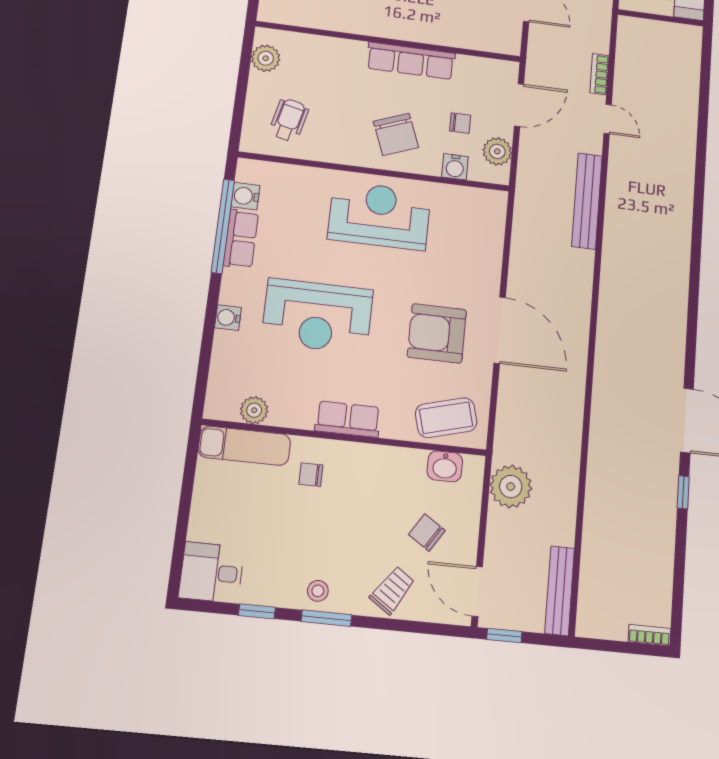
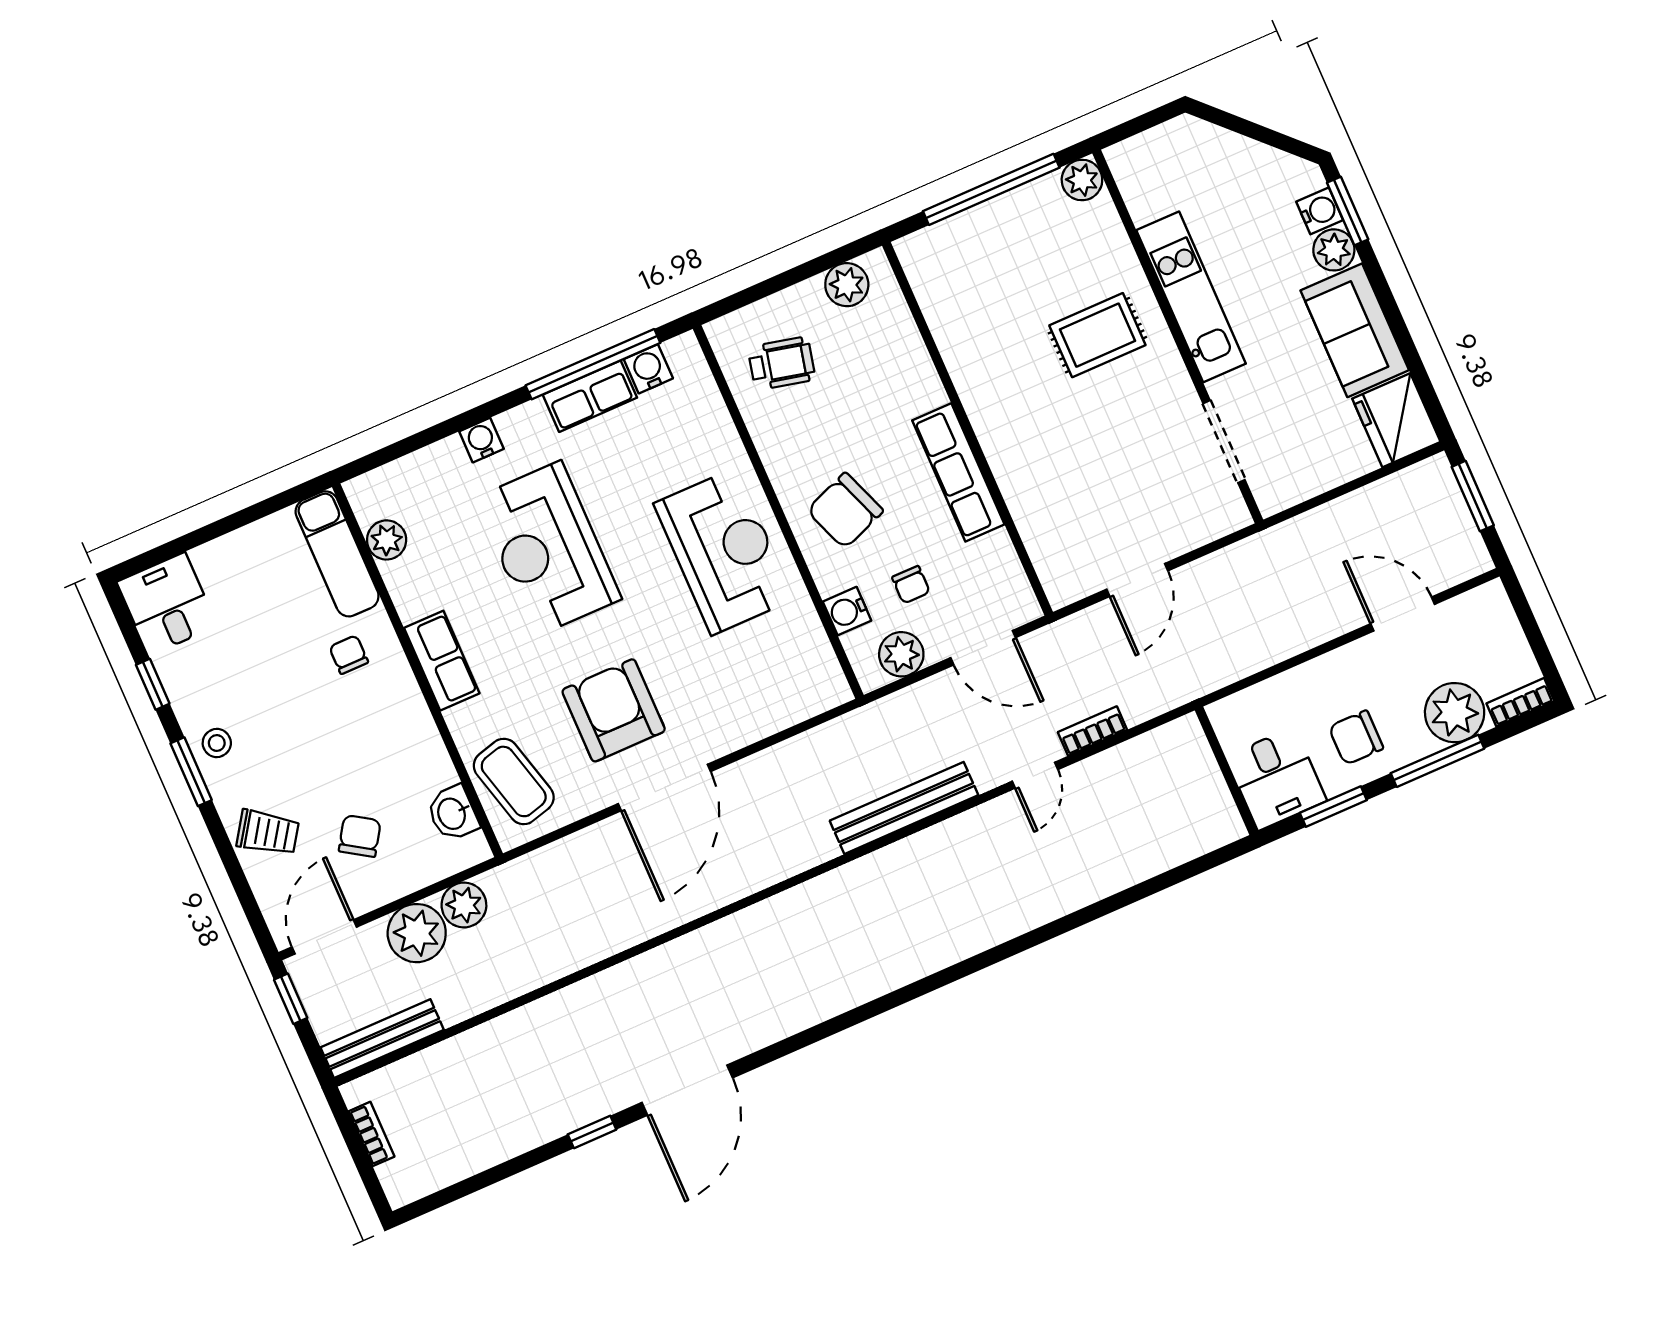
plant: (511, 487) -> (464, 905), width x0.73, depth x0.73
plant: (506, 531) -> (417, 933), added
bookcase: (649, 635) -> (372, 1134), moved

